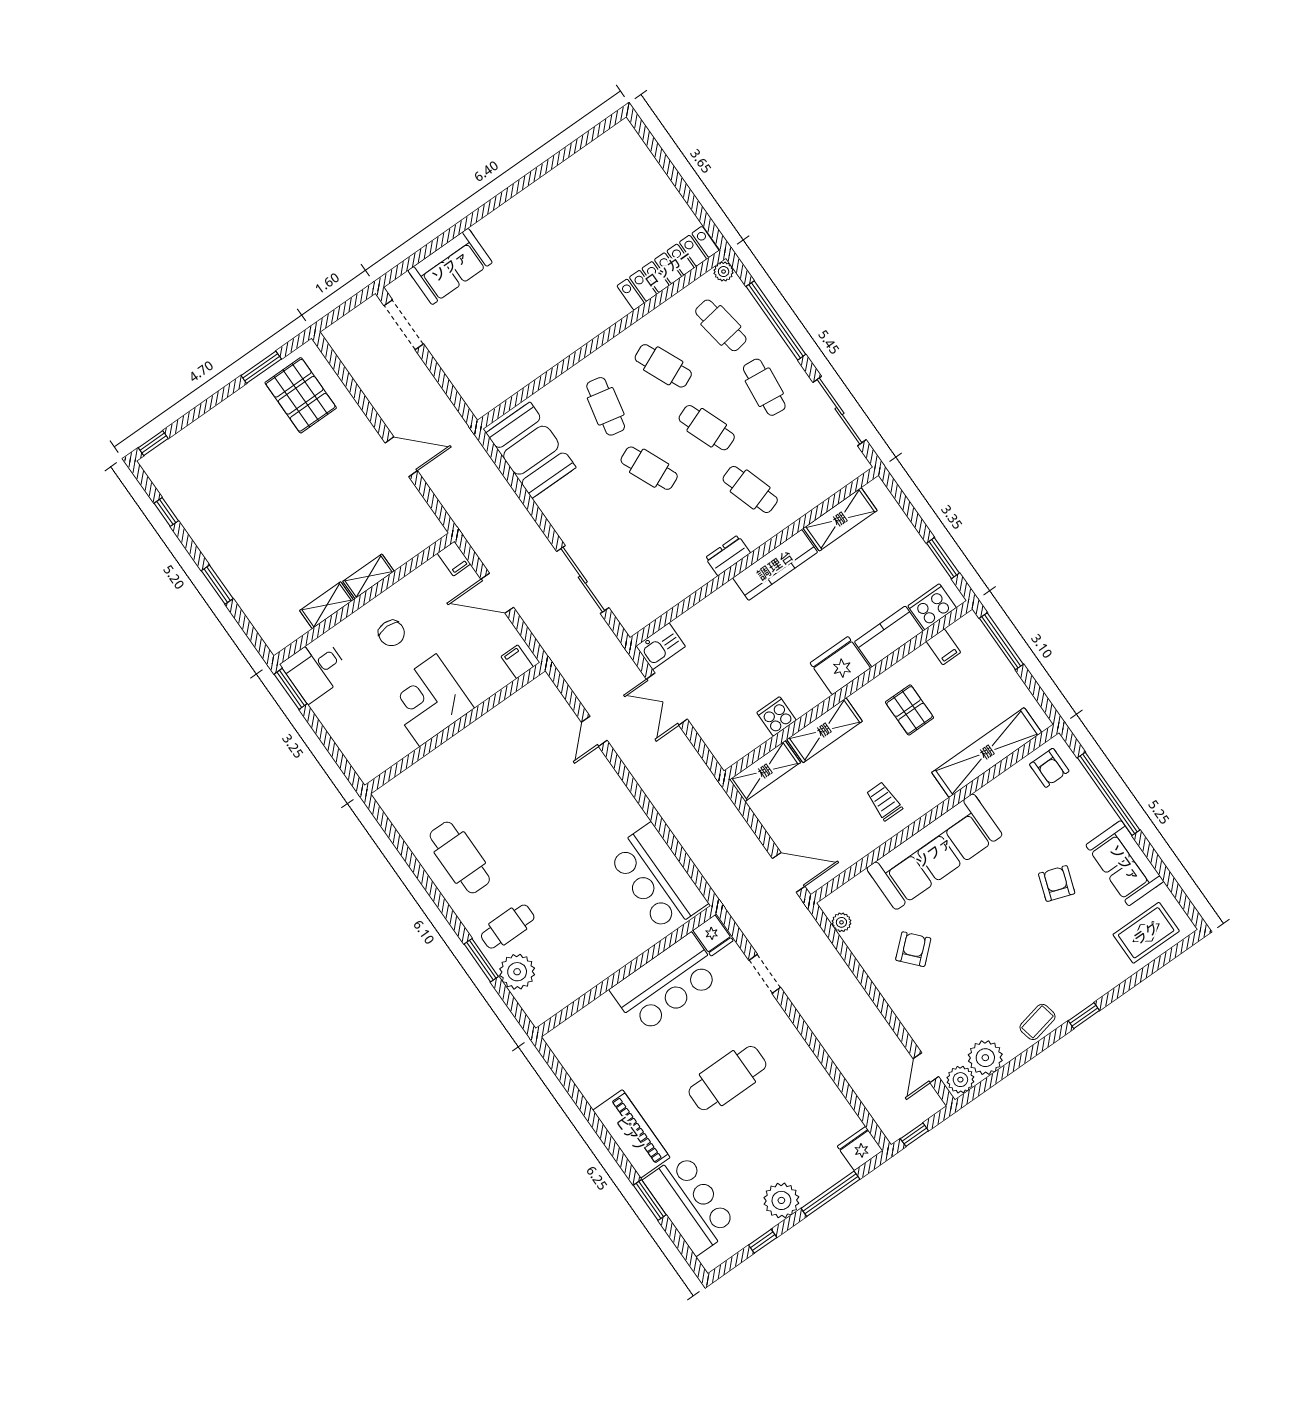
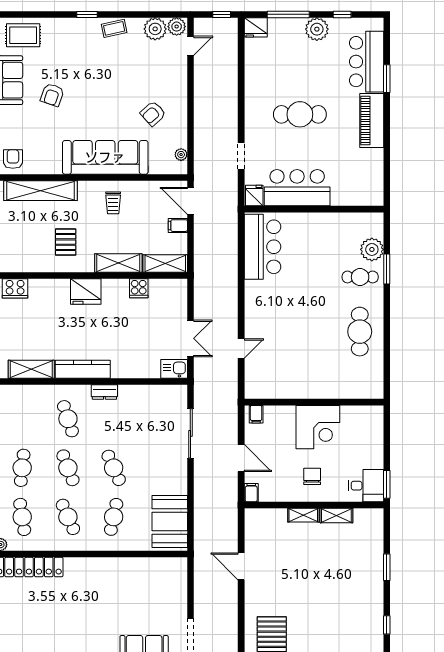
kitchen counter: (889, 636) -> (49, 289), removed
filing cabinet: (943, 647) -> (178, 226), moved, turned -90

